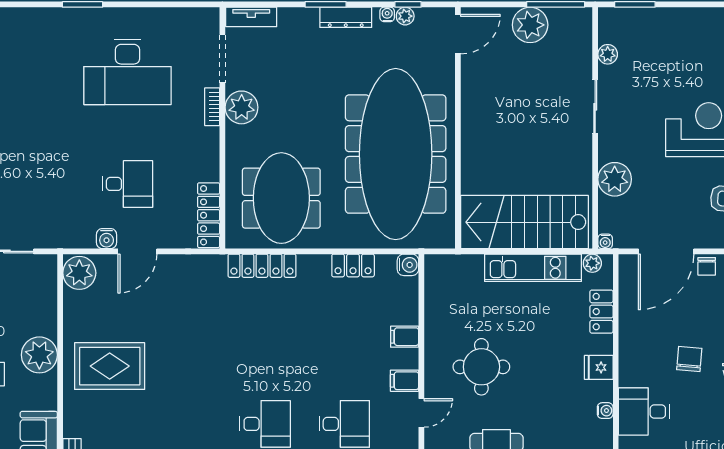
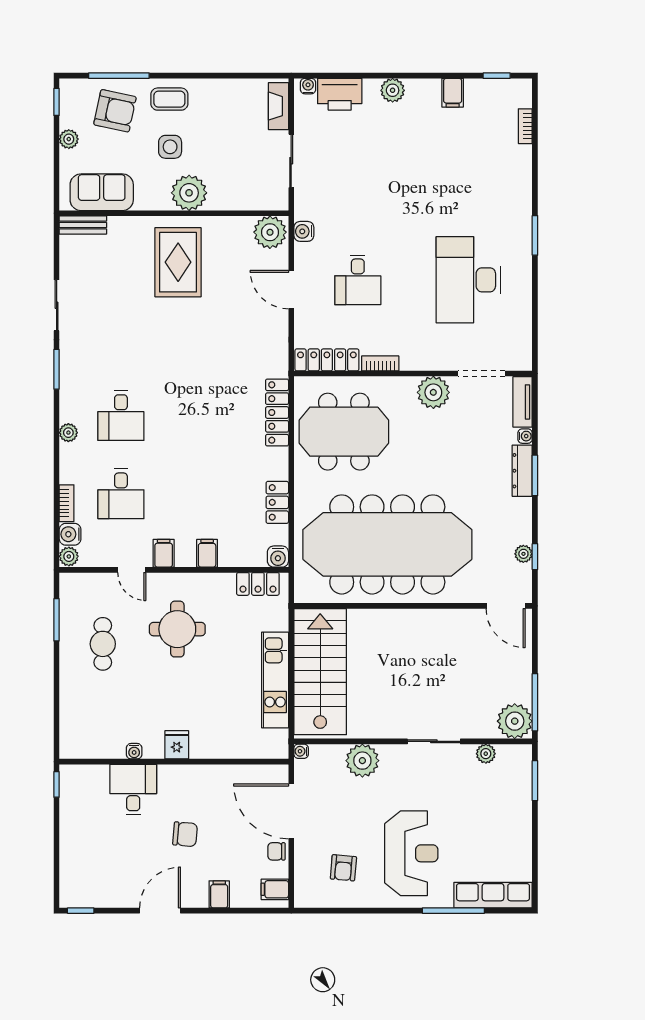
water cooler: (387, 14) -> (525, 436), moved
dresser: (346, 17) -> (522, 471), moved
plant: (530, 25) -> (515, 721), moved
bookcase: (212, 107) -> (380, 363), moved
water cooler: (107, 239) -> (304, 231), moved
plant: (592, 263) -> (280, 739), removed
locker: (601, 312) -> (258, 584), moved, turned 180

